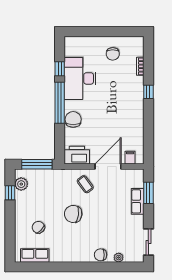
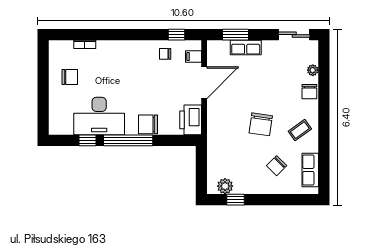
window: (148, 92) -> (177, 35), moved
chair: (132, 134) -> (165, 54), added
window: (37, 164) -> (201, 168), removed
door: (108, 167) -> (204, 83), swing flipped
coffee table: (85, 184) -> (300, 130), moved

